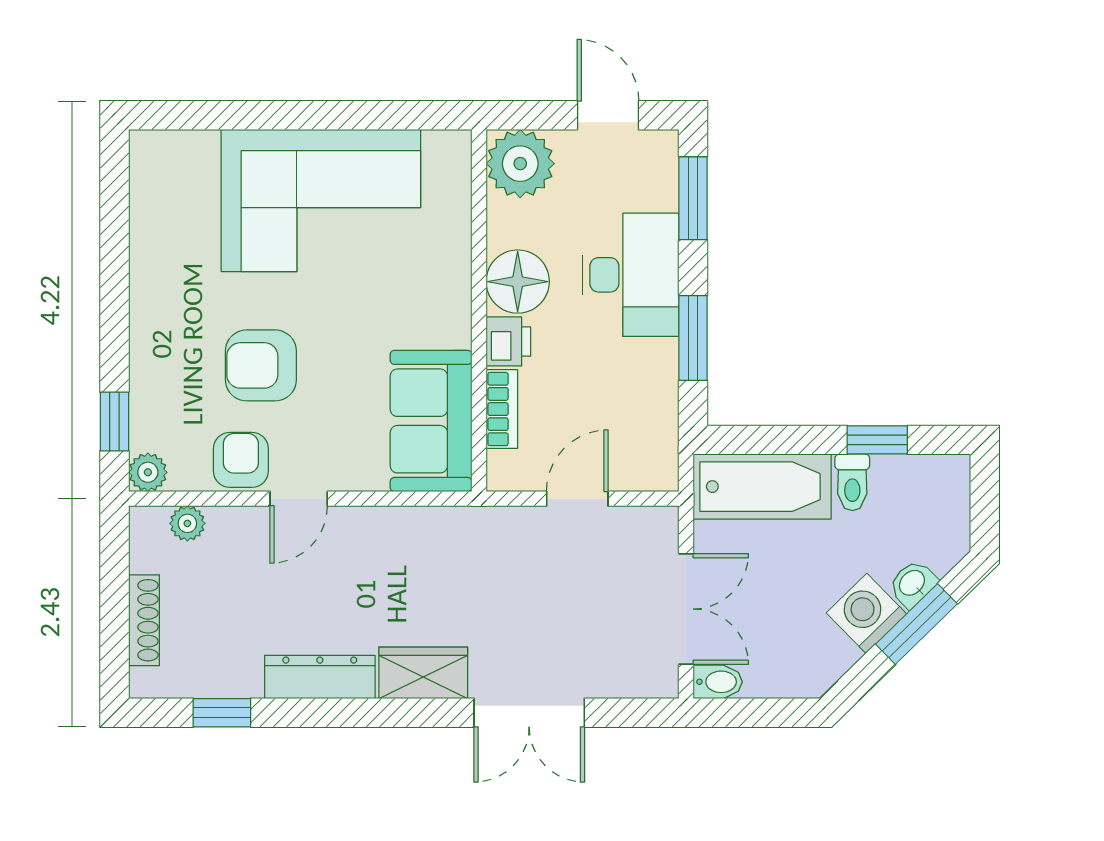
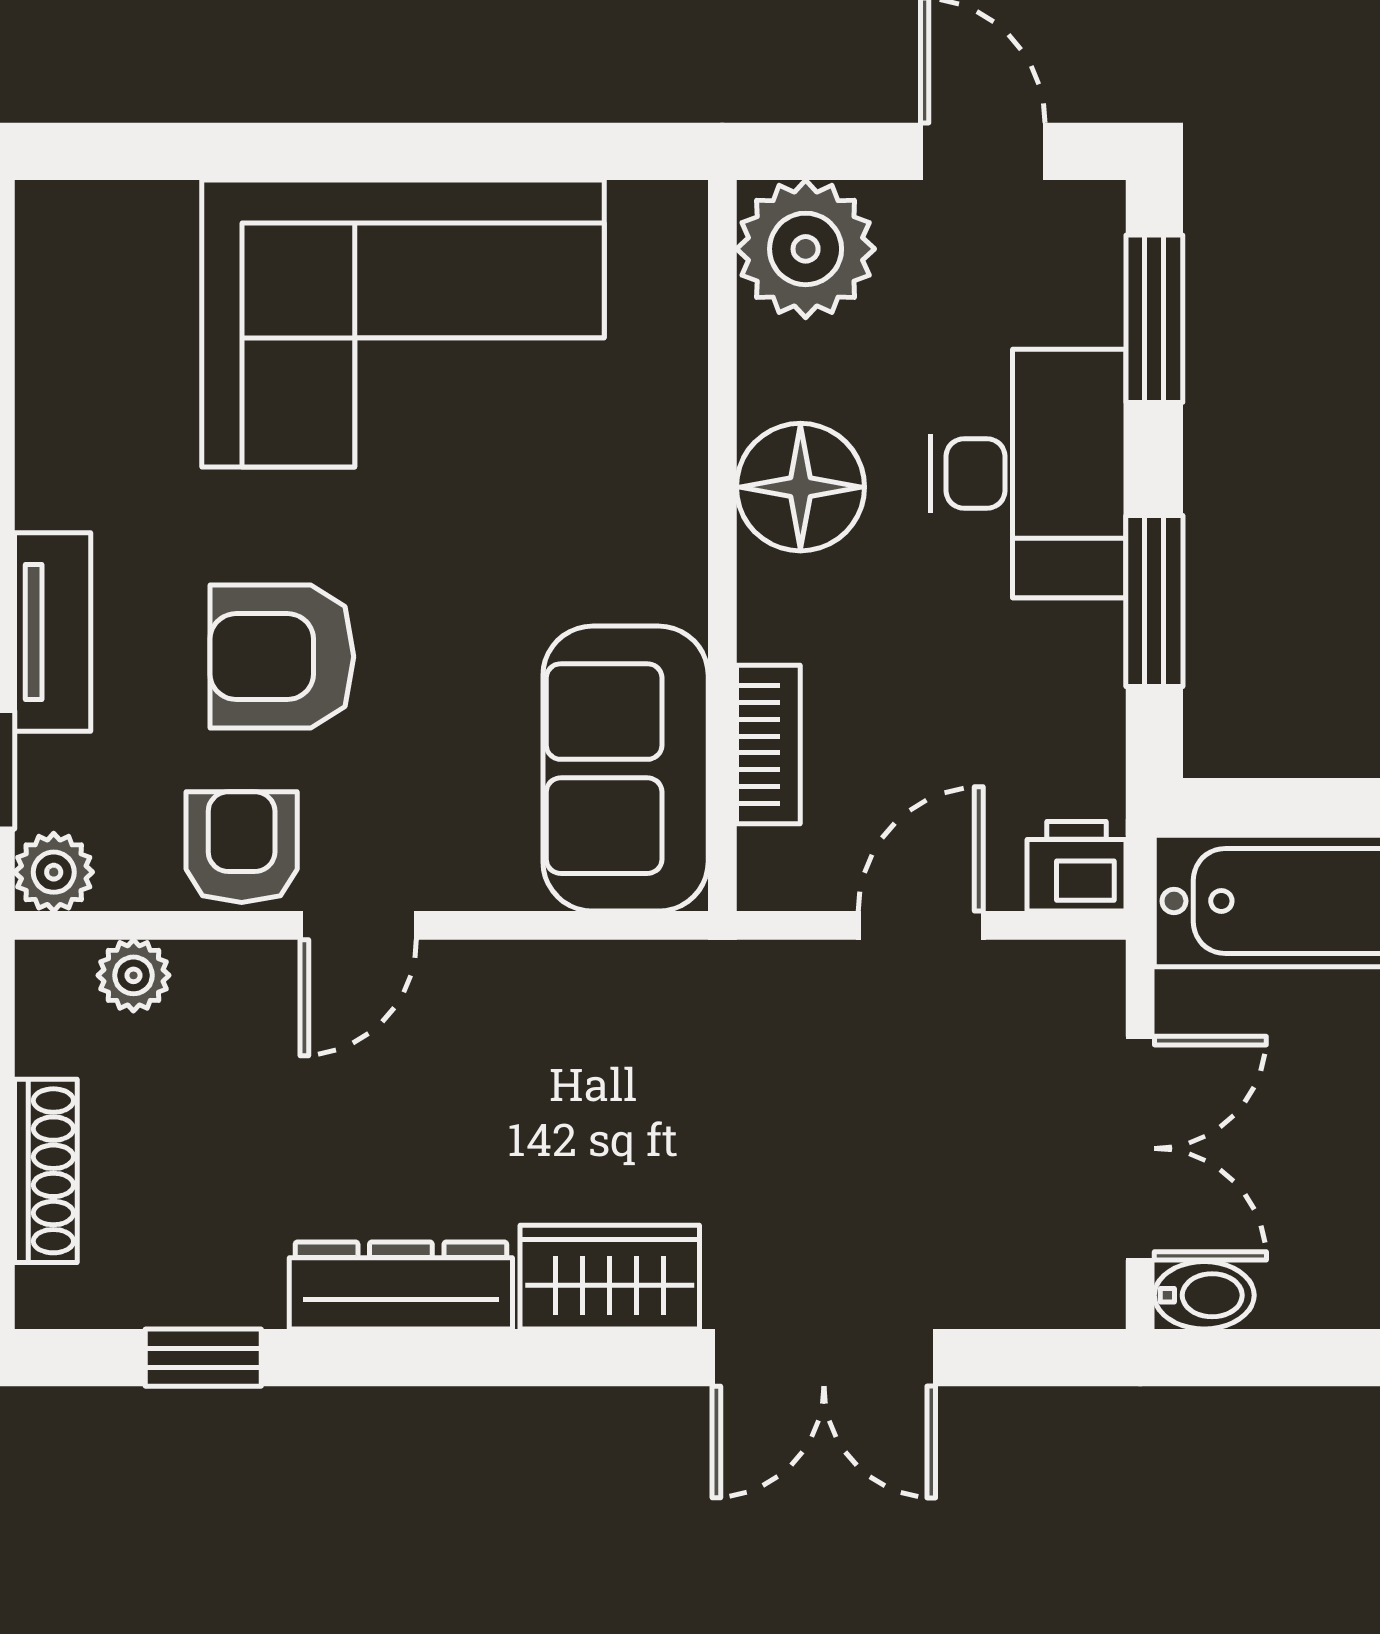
printer: (508, 341) -> (1077, 866), moved, turned -90
tv unit: (147, 353) -> (53, 632), added

